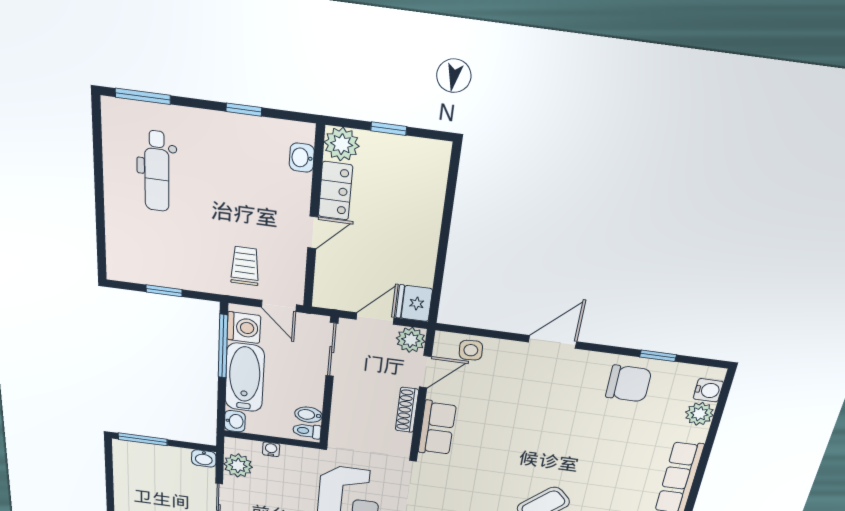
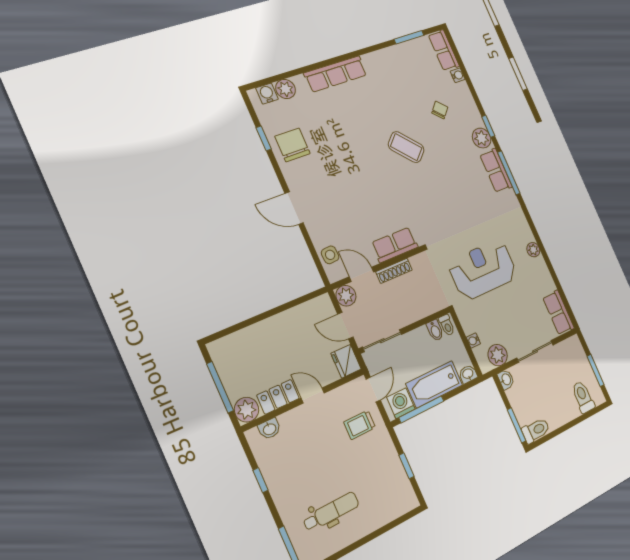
window: (389, 129) -> (220, 387), width x2.17
fridge: (414, 303) -> (346, 361), moved, turned 90
toilet: (125, 456) -> (536, 430), added

